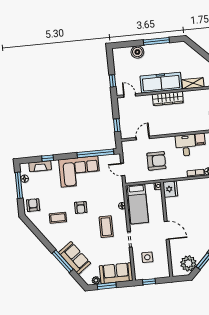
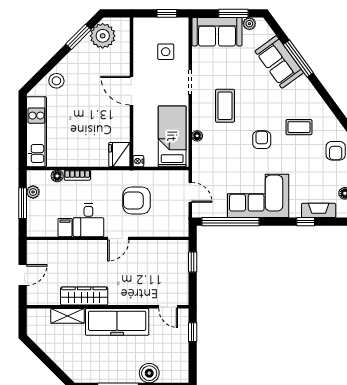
wardrobe: (168, 98) -> (84, 296), moved
door: (143, 138) -> (118, 238), moved

